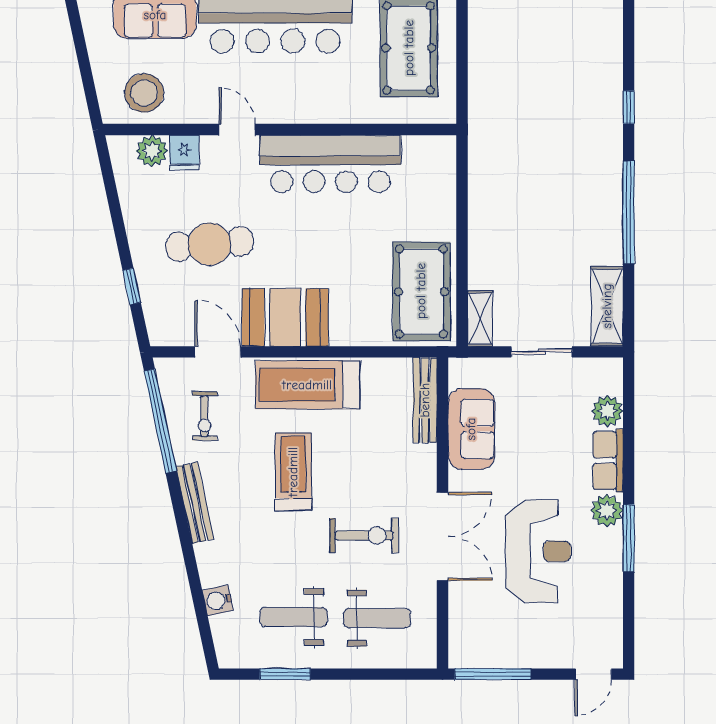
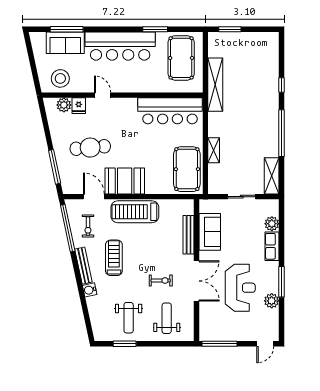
shelving: (483, 106) -> (215, 85), added
bar counter: (330, 164) -> (170, 111), moved
window: (132, 286) -> (55, 167), width x2.17
shelving: (480, 319) -> (214, 150), moved
bench: (425, 400) -> (189, 235), moved
treadmill: (293, 472) -> (114, 258), moved
plant: (607, 511) -> (272, 301), moved
exercise bike: (364, 535) -> (161, 280), width x0.73, depth x0.72
water cooler: (218, 600) -> (90, 290), moved
weight bench: (294, 617) -> (129, 318), turned -90
weight bench: (377, 618) -> (167, 318), turned -90

